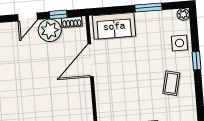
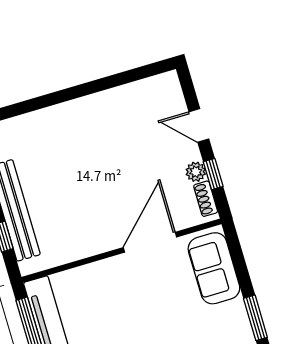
plant: (50, 30) -> (196, 172), width x0.53, depth x0.53
door: (91, 60) -> (150, 242), hinge flipped

